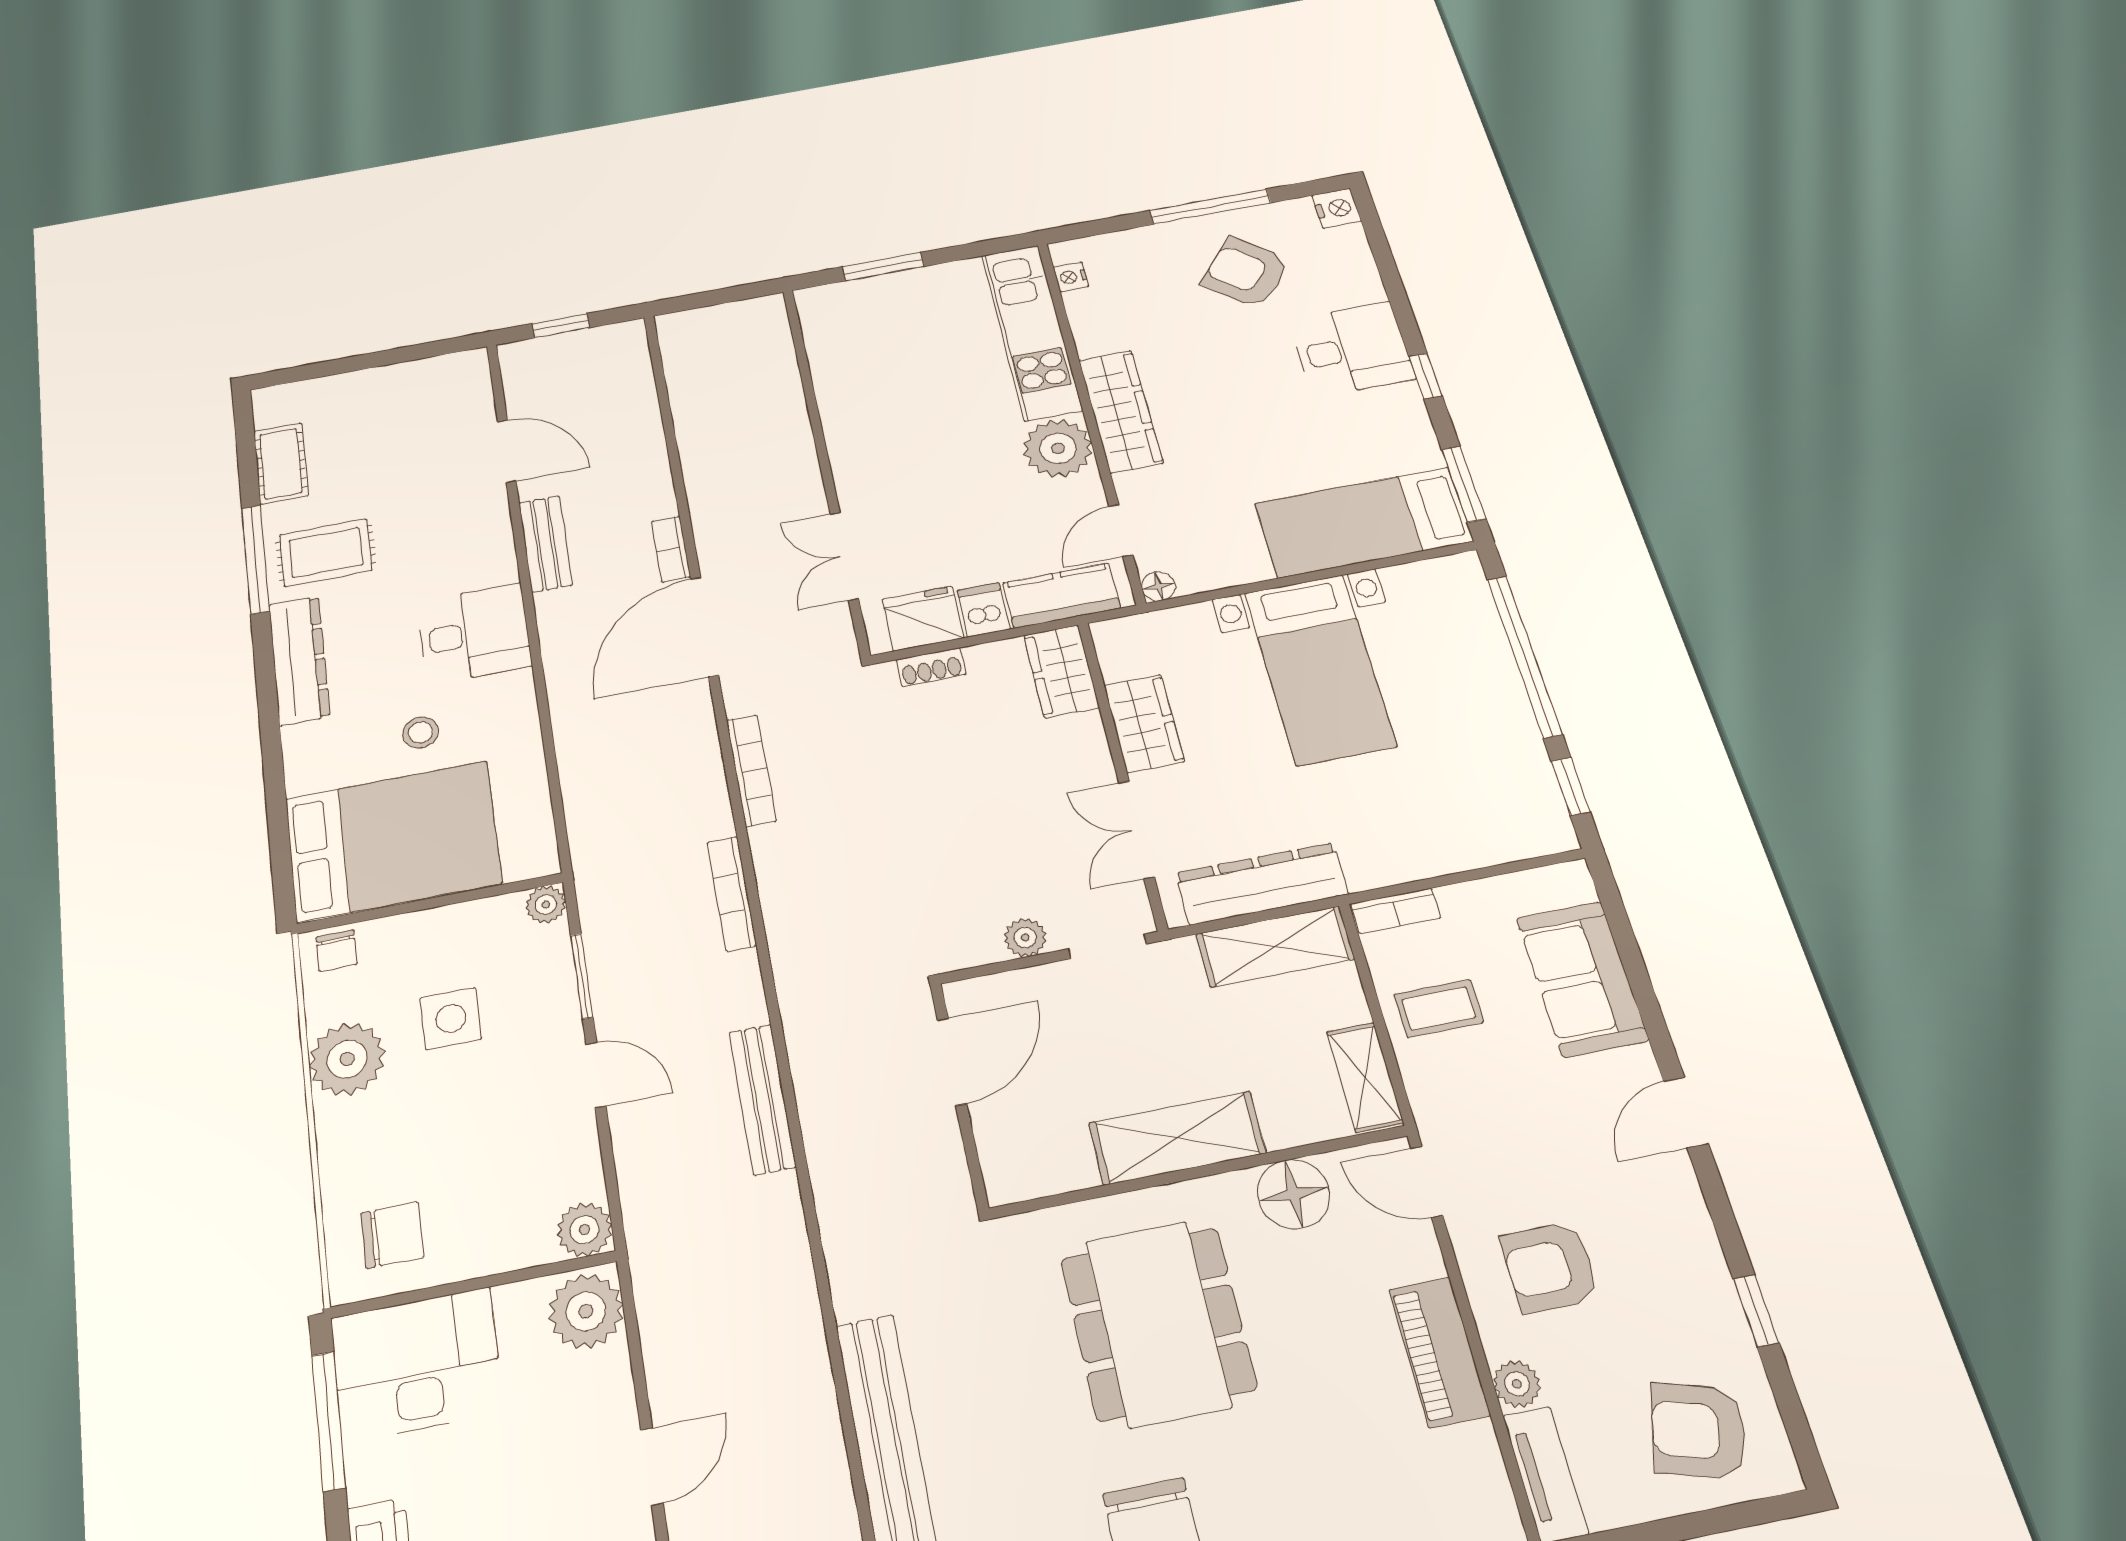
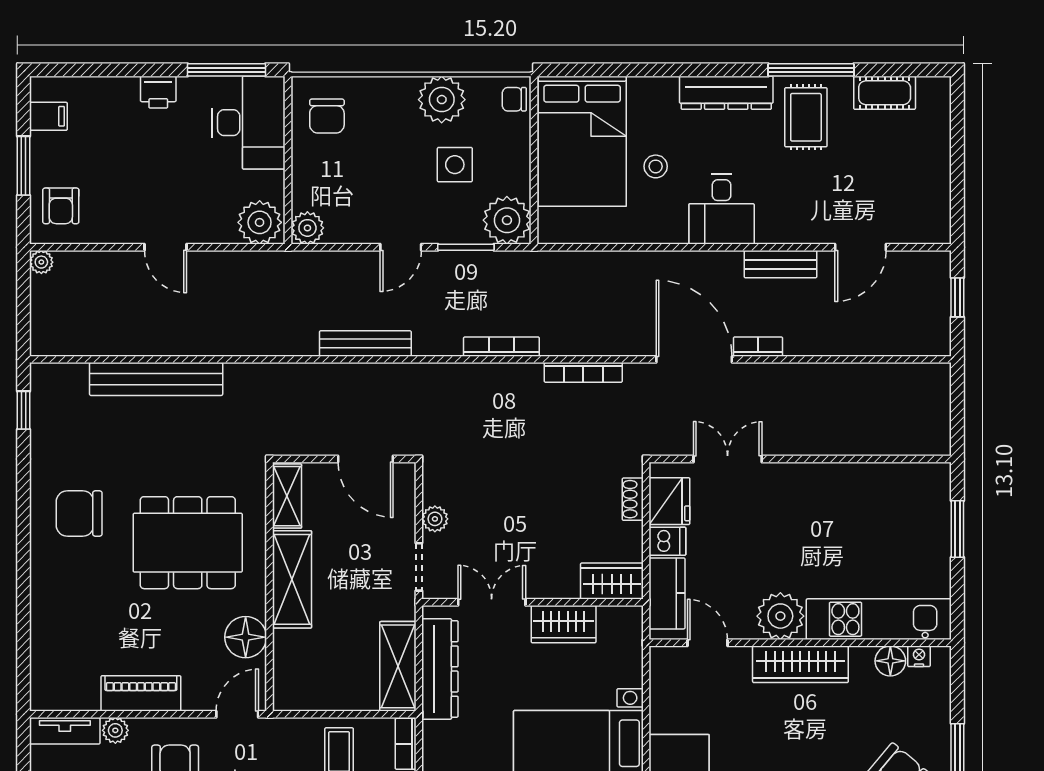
floor lamp: (1158, 586) -> (890, 661), moved, width x1.37, depth x1.37
plant: (546, 904) -> (507, 220), width x1.87, depth x1.87
shelving: (1365, 1077) -> (287, 496), moved, turned 90

